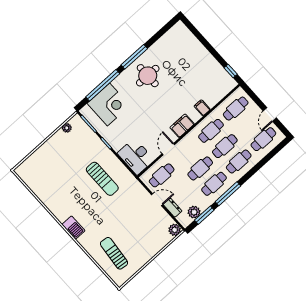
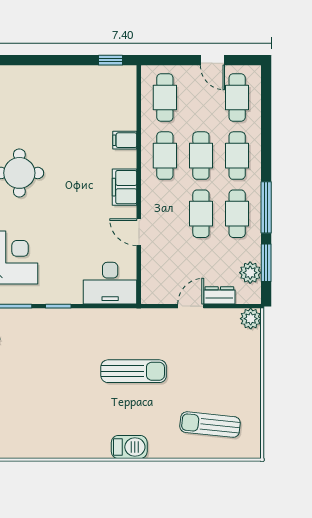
cafe table: (162, 175) -> (165, 272), removed
sun lounger: (102, 179) -> (134, 371), moved

